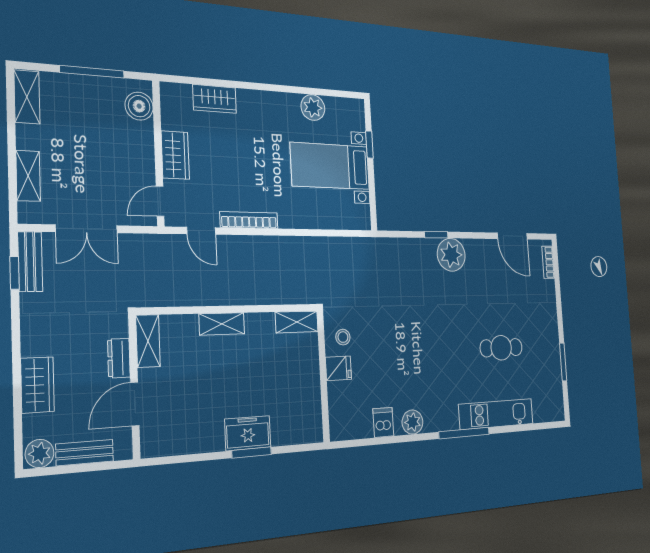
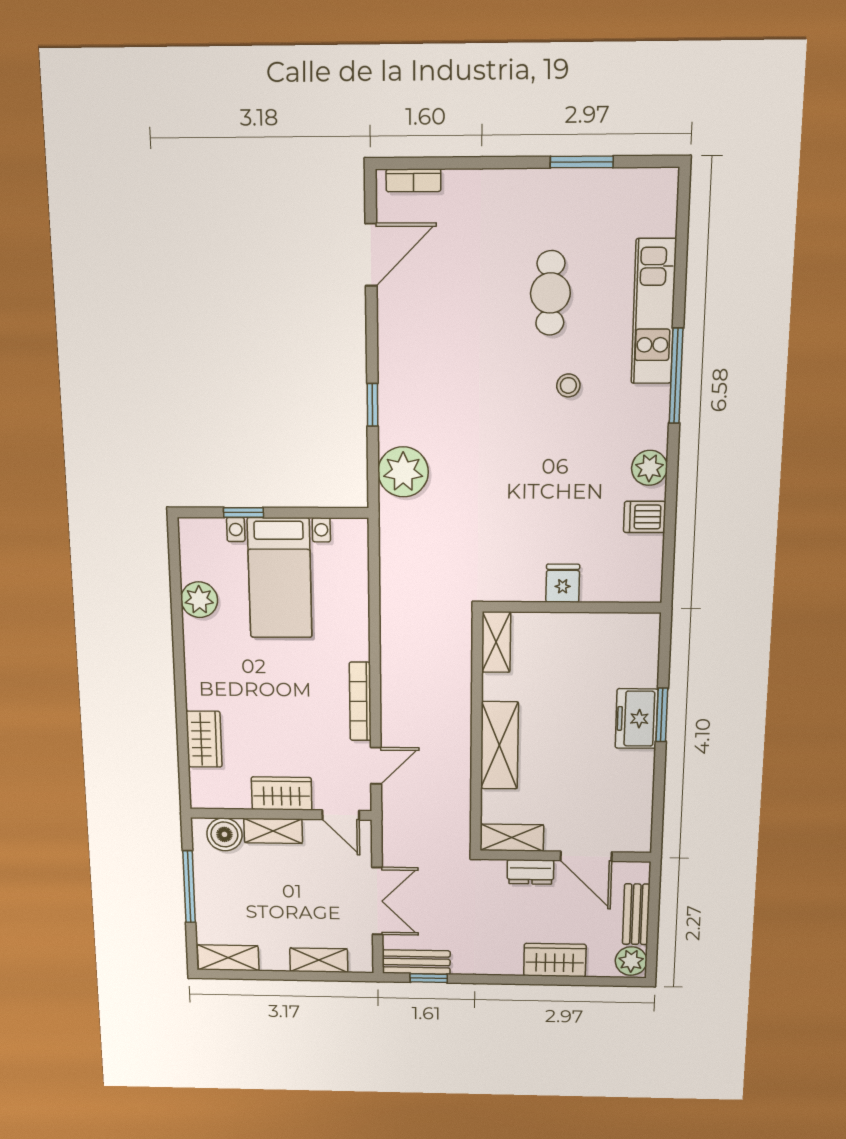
shelving: (144, 146) -> (273, 831), added
plant: (451, 255) -> (403, 472), moved
shelving: (222, 324) -> (499, 745), width x1.50, depth x1.33
stool: (343, 337) -> (568, 385), moved

